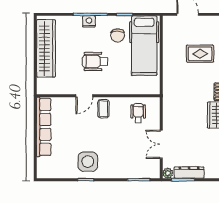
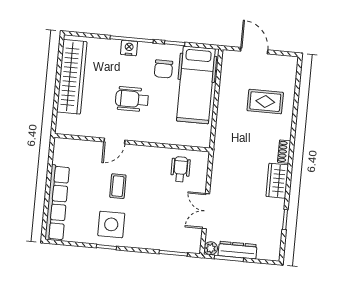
coffee table: (103, 109) -> (118, 186), moved
row of seats: (44, 127) -> (57, 203), moved

